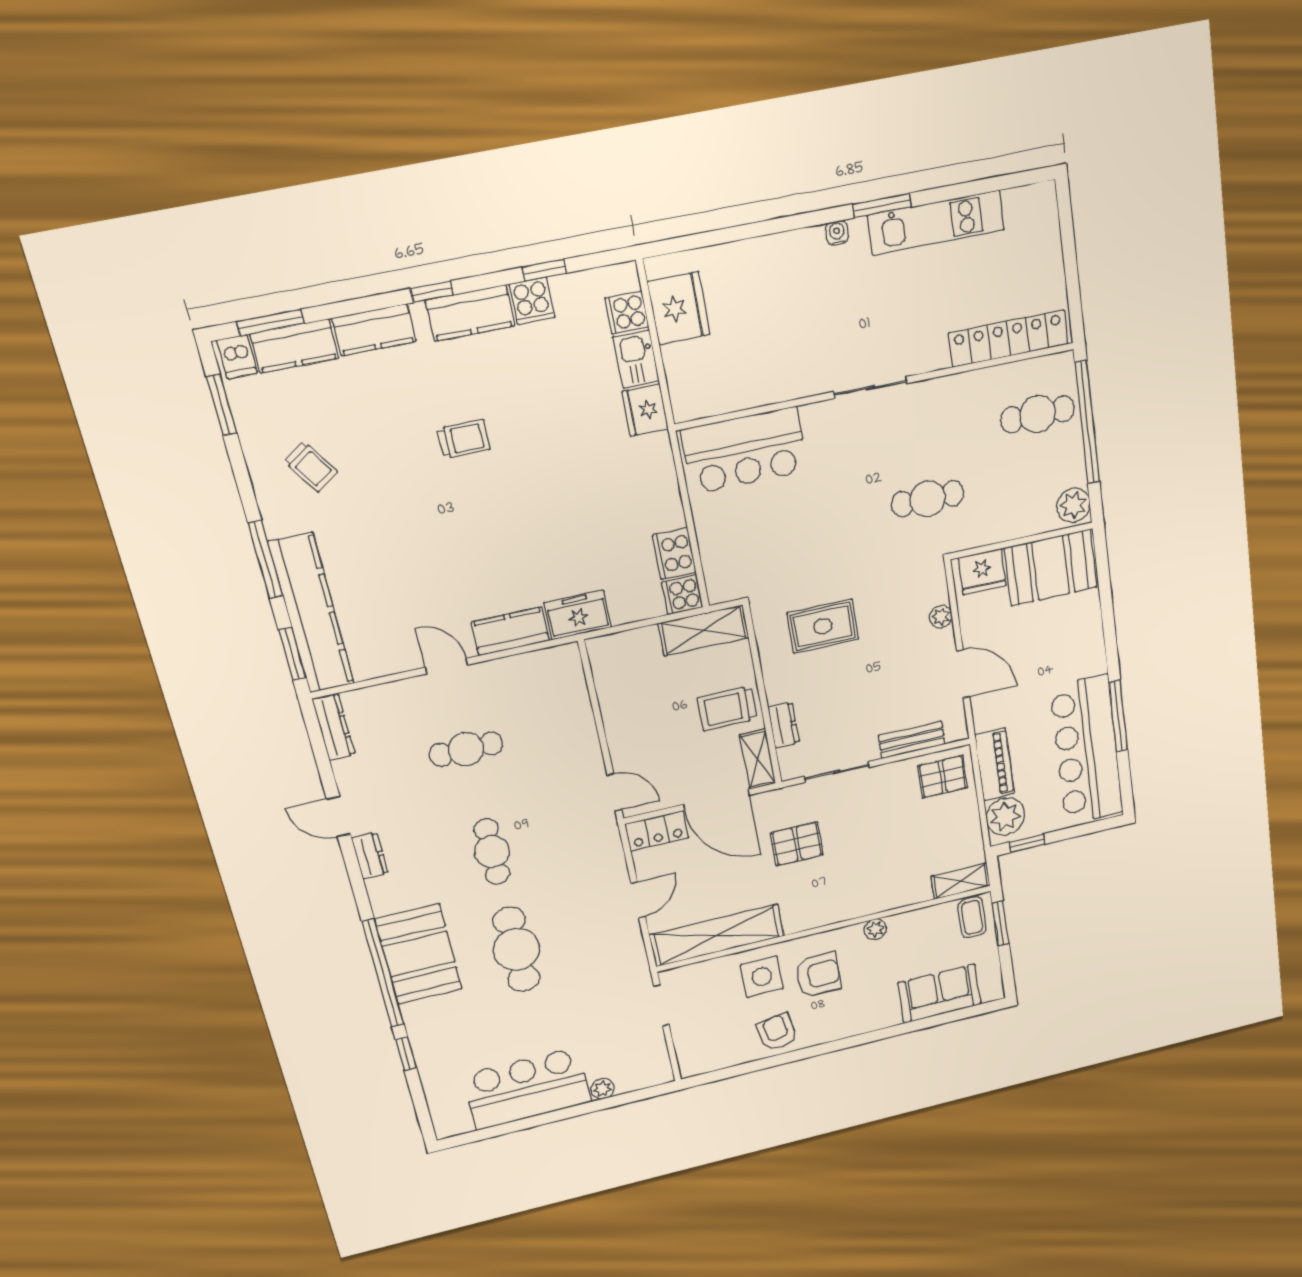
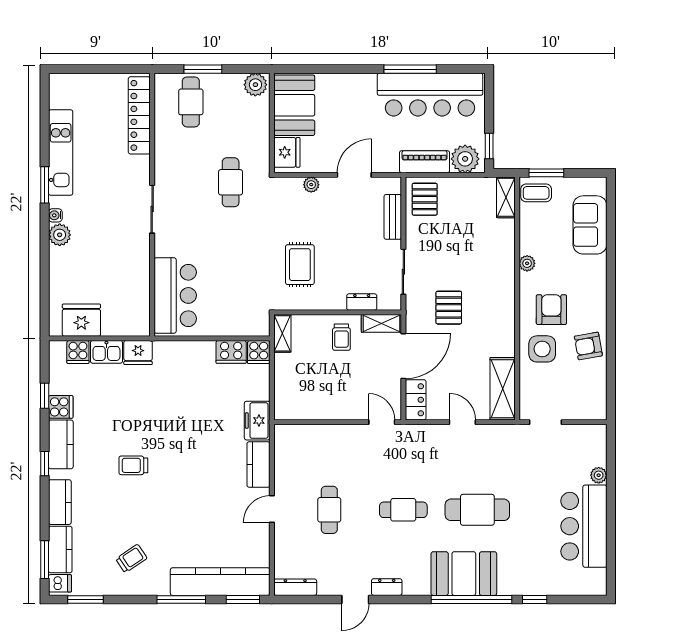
plant: (808, 246) -> (60, 235), added
window: (1087, 423) -> (203, 69), width x0.47
trolley: (464, 439) -> (133, 465), turned -90
shelving: (704, 630) -> (282, 333), width x0.67, depth x0.75
trolley: (727, 709) -> (341, 337), width x0.73, depth x0.72
door: (614, 792) -> (382, 422), hinge flipped
shelving: (717, 935) -> (503, 389), width x0.68

